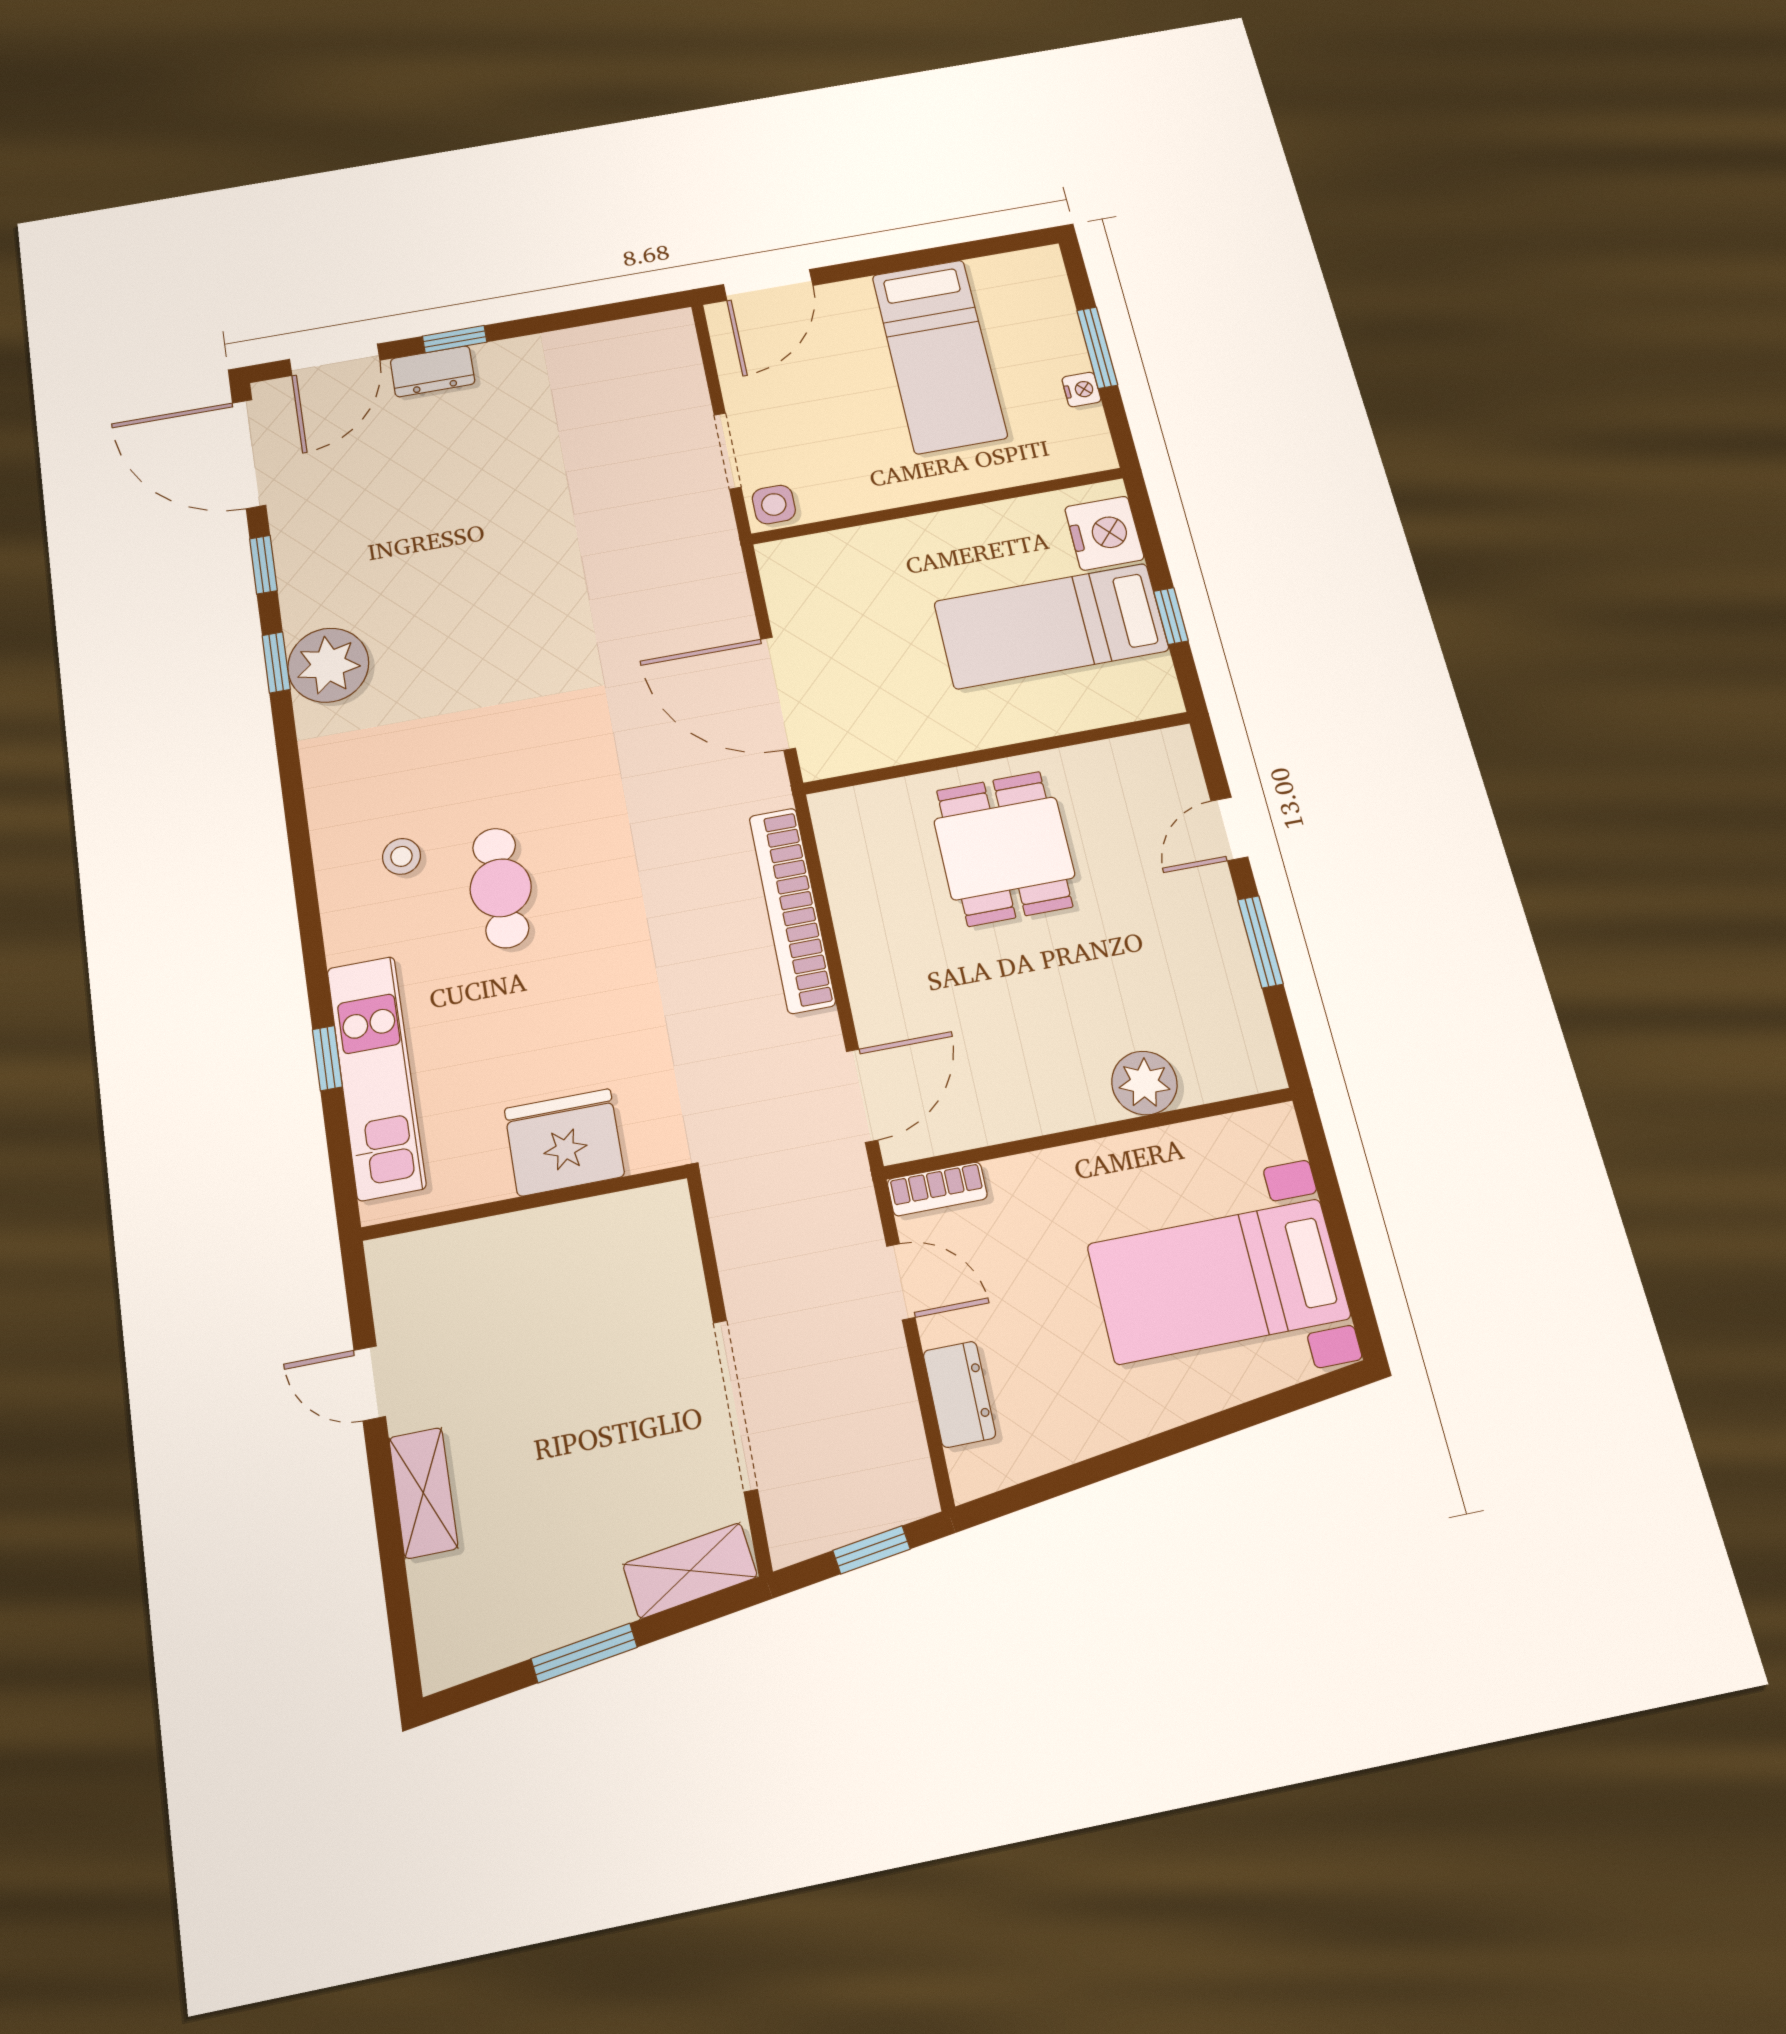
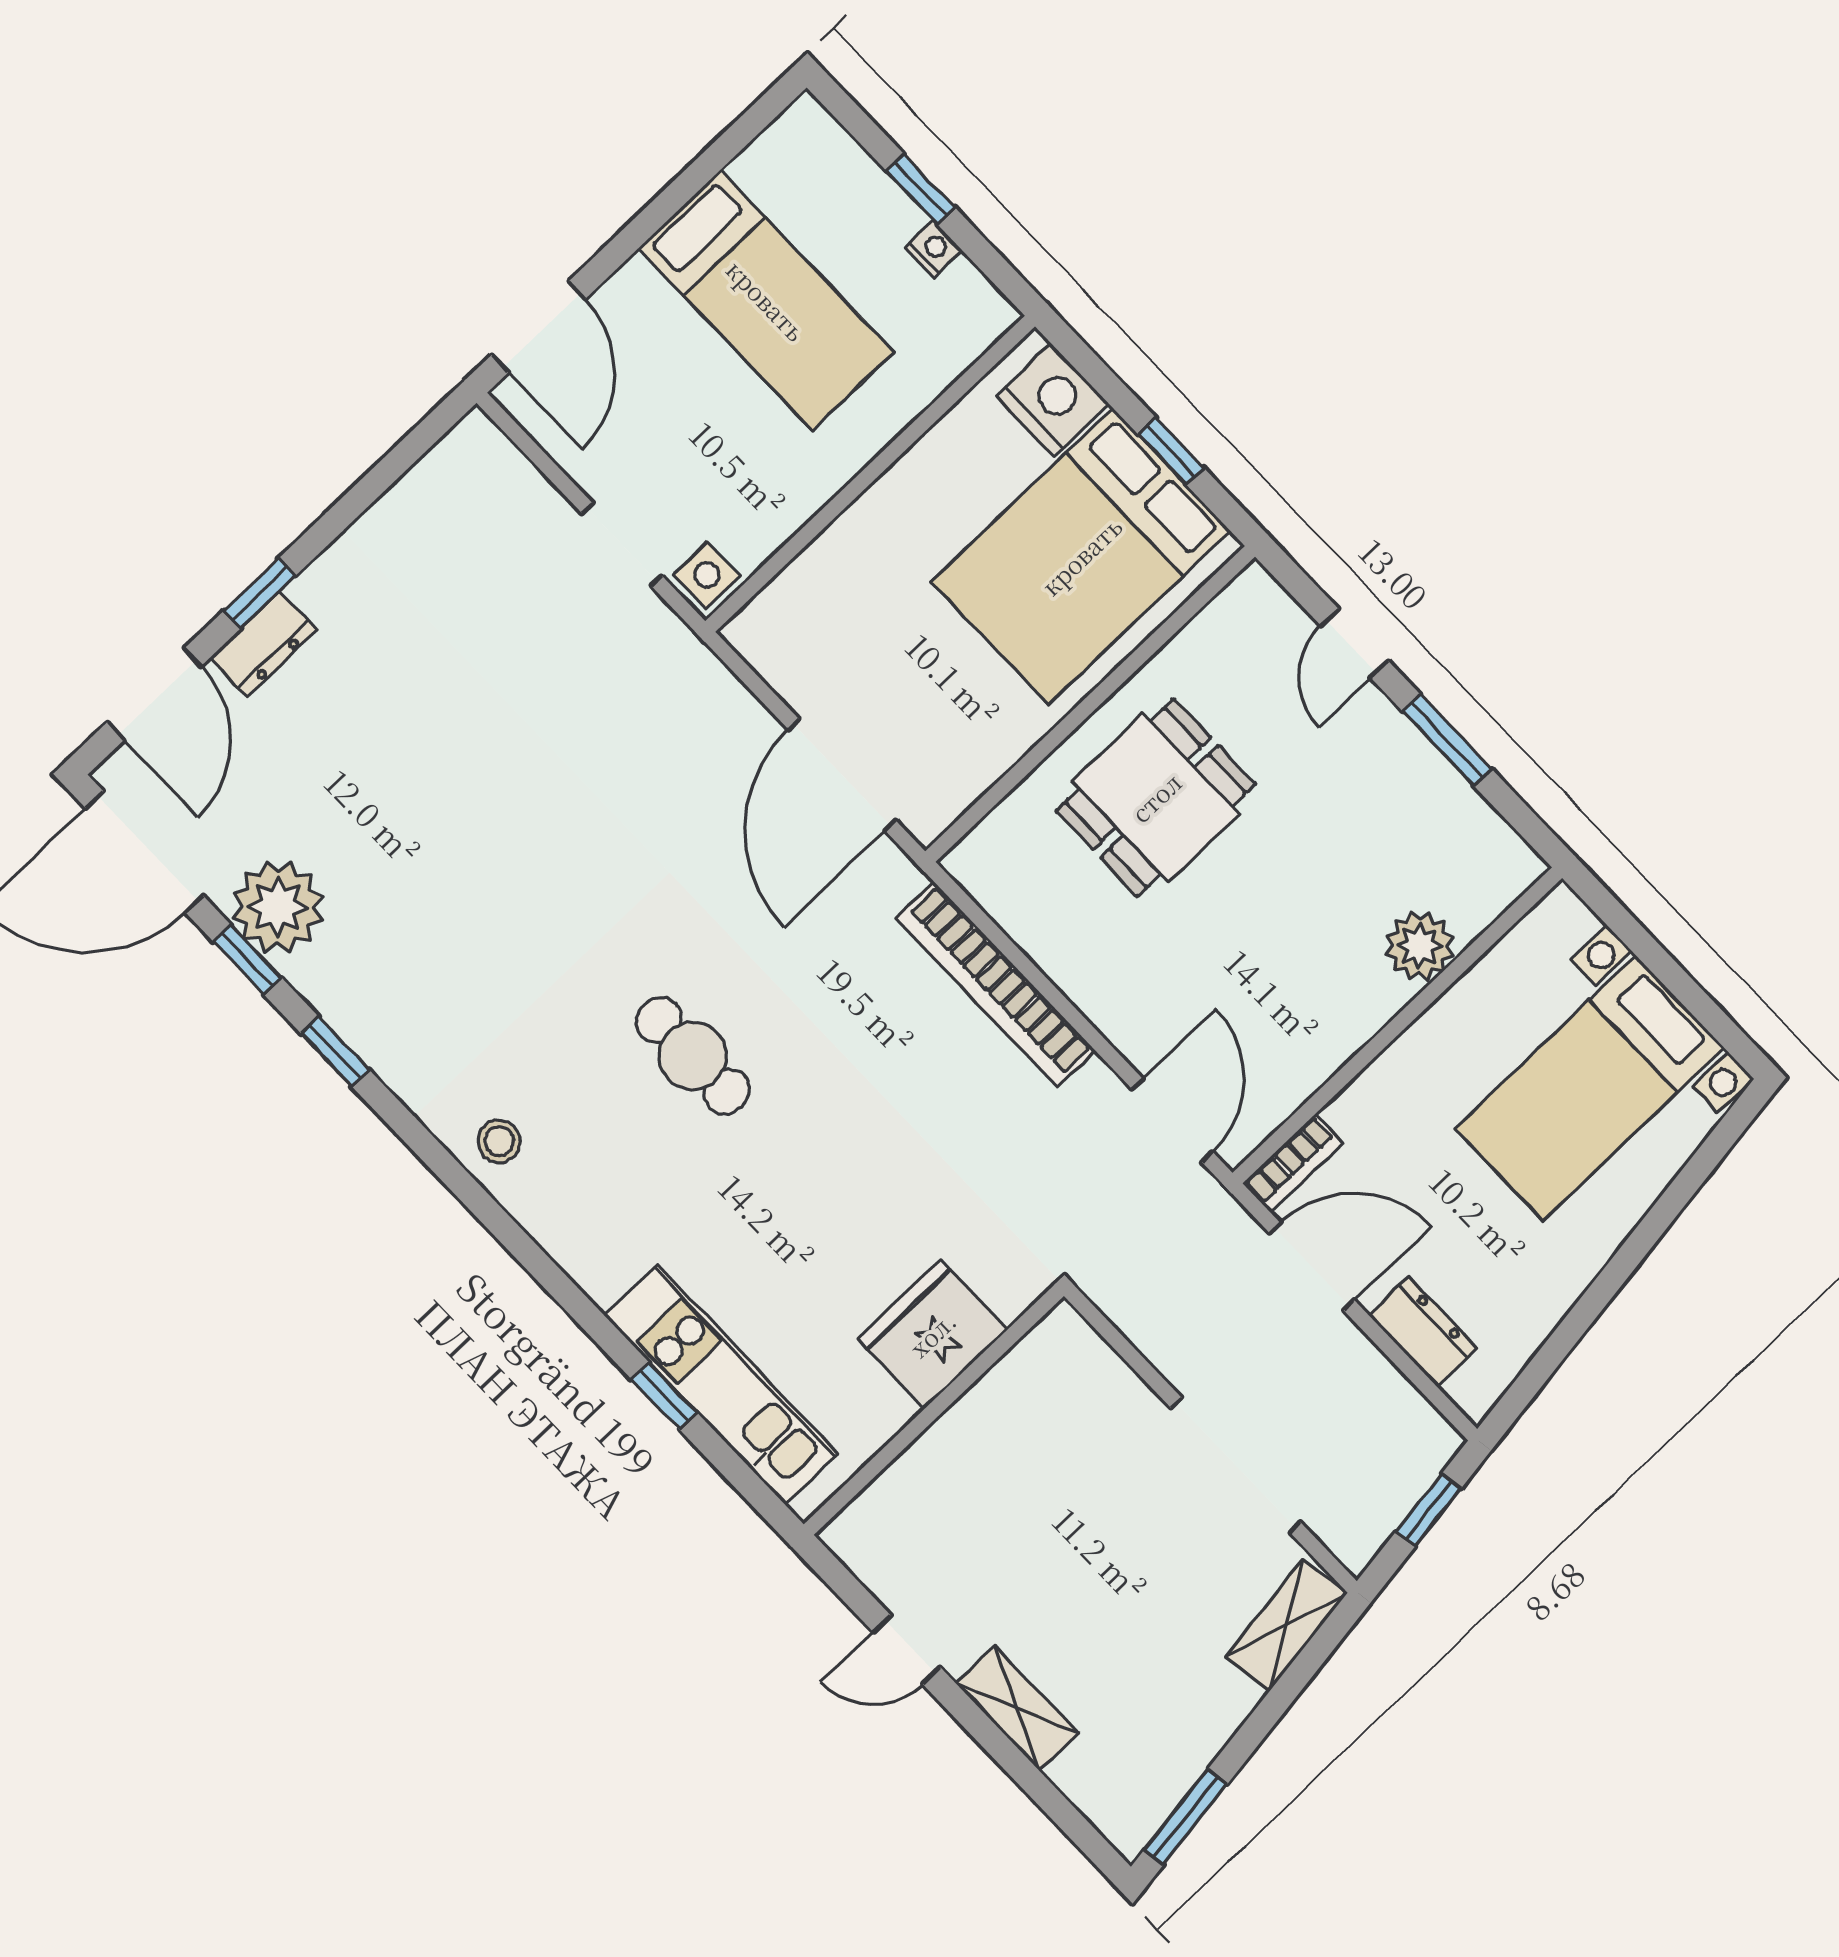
window: (1097, 348) -> (920, 189), width x0.67
bed: (1051, 626) -> (1081, 556), width x1.50
plant: (328, 665) -> (278, 907), moved
door: (778, 693) -> (842, 775), hinge flipped
dining table: (1004, 848) -> (1156, 797), turned 90
stool: (401, 856) -> (499, 1141), moved
cafe table: (501, 888) -> (693, 1056), moved
door: (901, 1282) -> (1312, 1267), width x1.37
window: (584, 1653) -> (1186, 1817), moved

